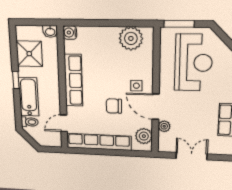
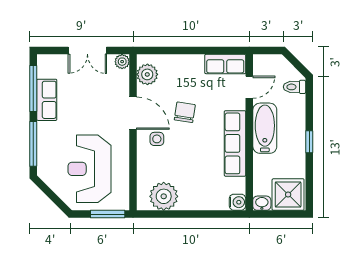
shower: (29, 54) -> (288, 195), moved
bathtub: (29, 97) -> (265, 128), moved, turned 180
chair: (114, 106) -> (185, 112), turned -81
plant: (164, 126) -> (122, 62), moved
row of seats: (99, 142) -> (225, 64), width x0.50

